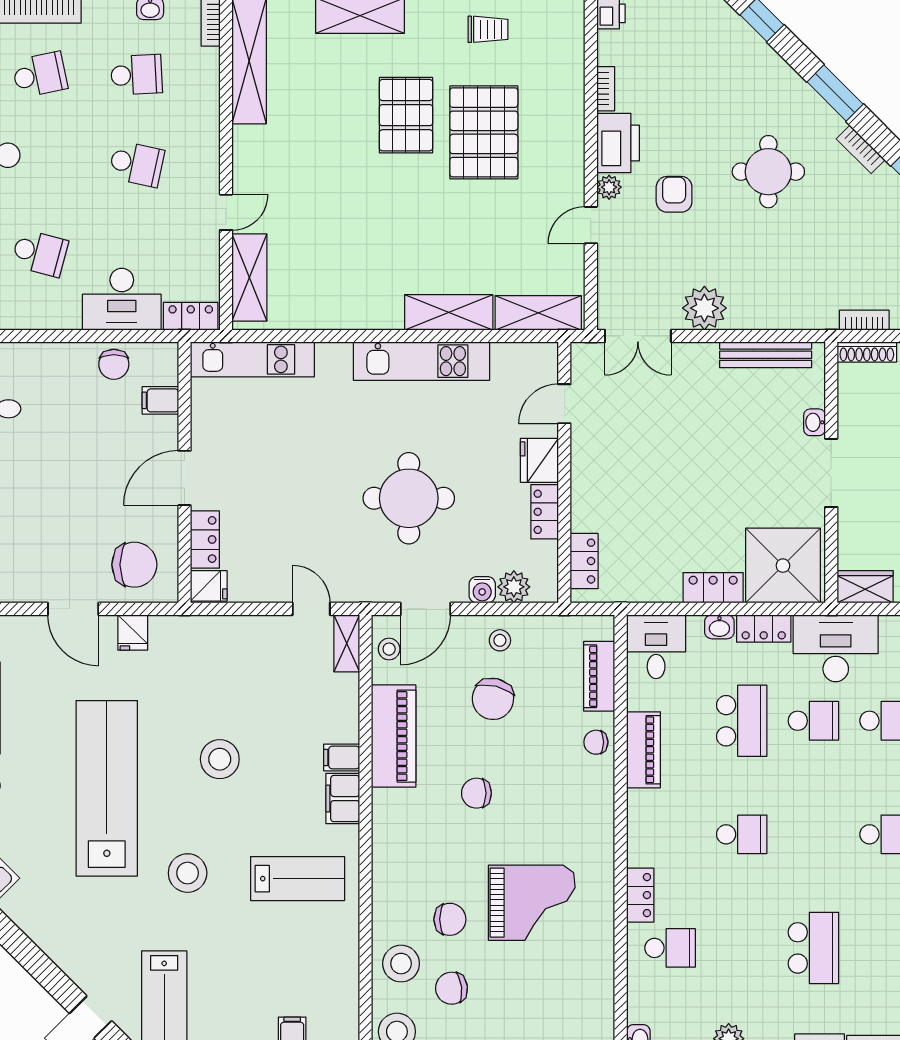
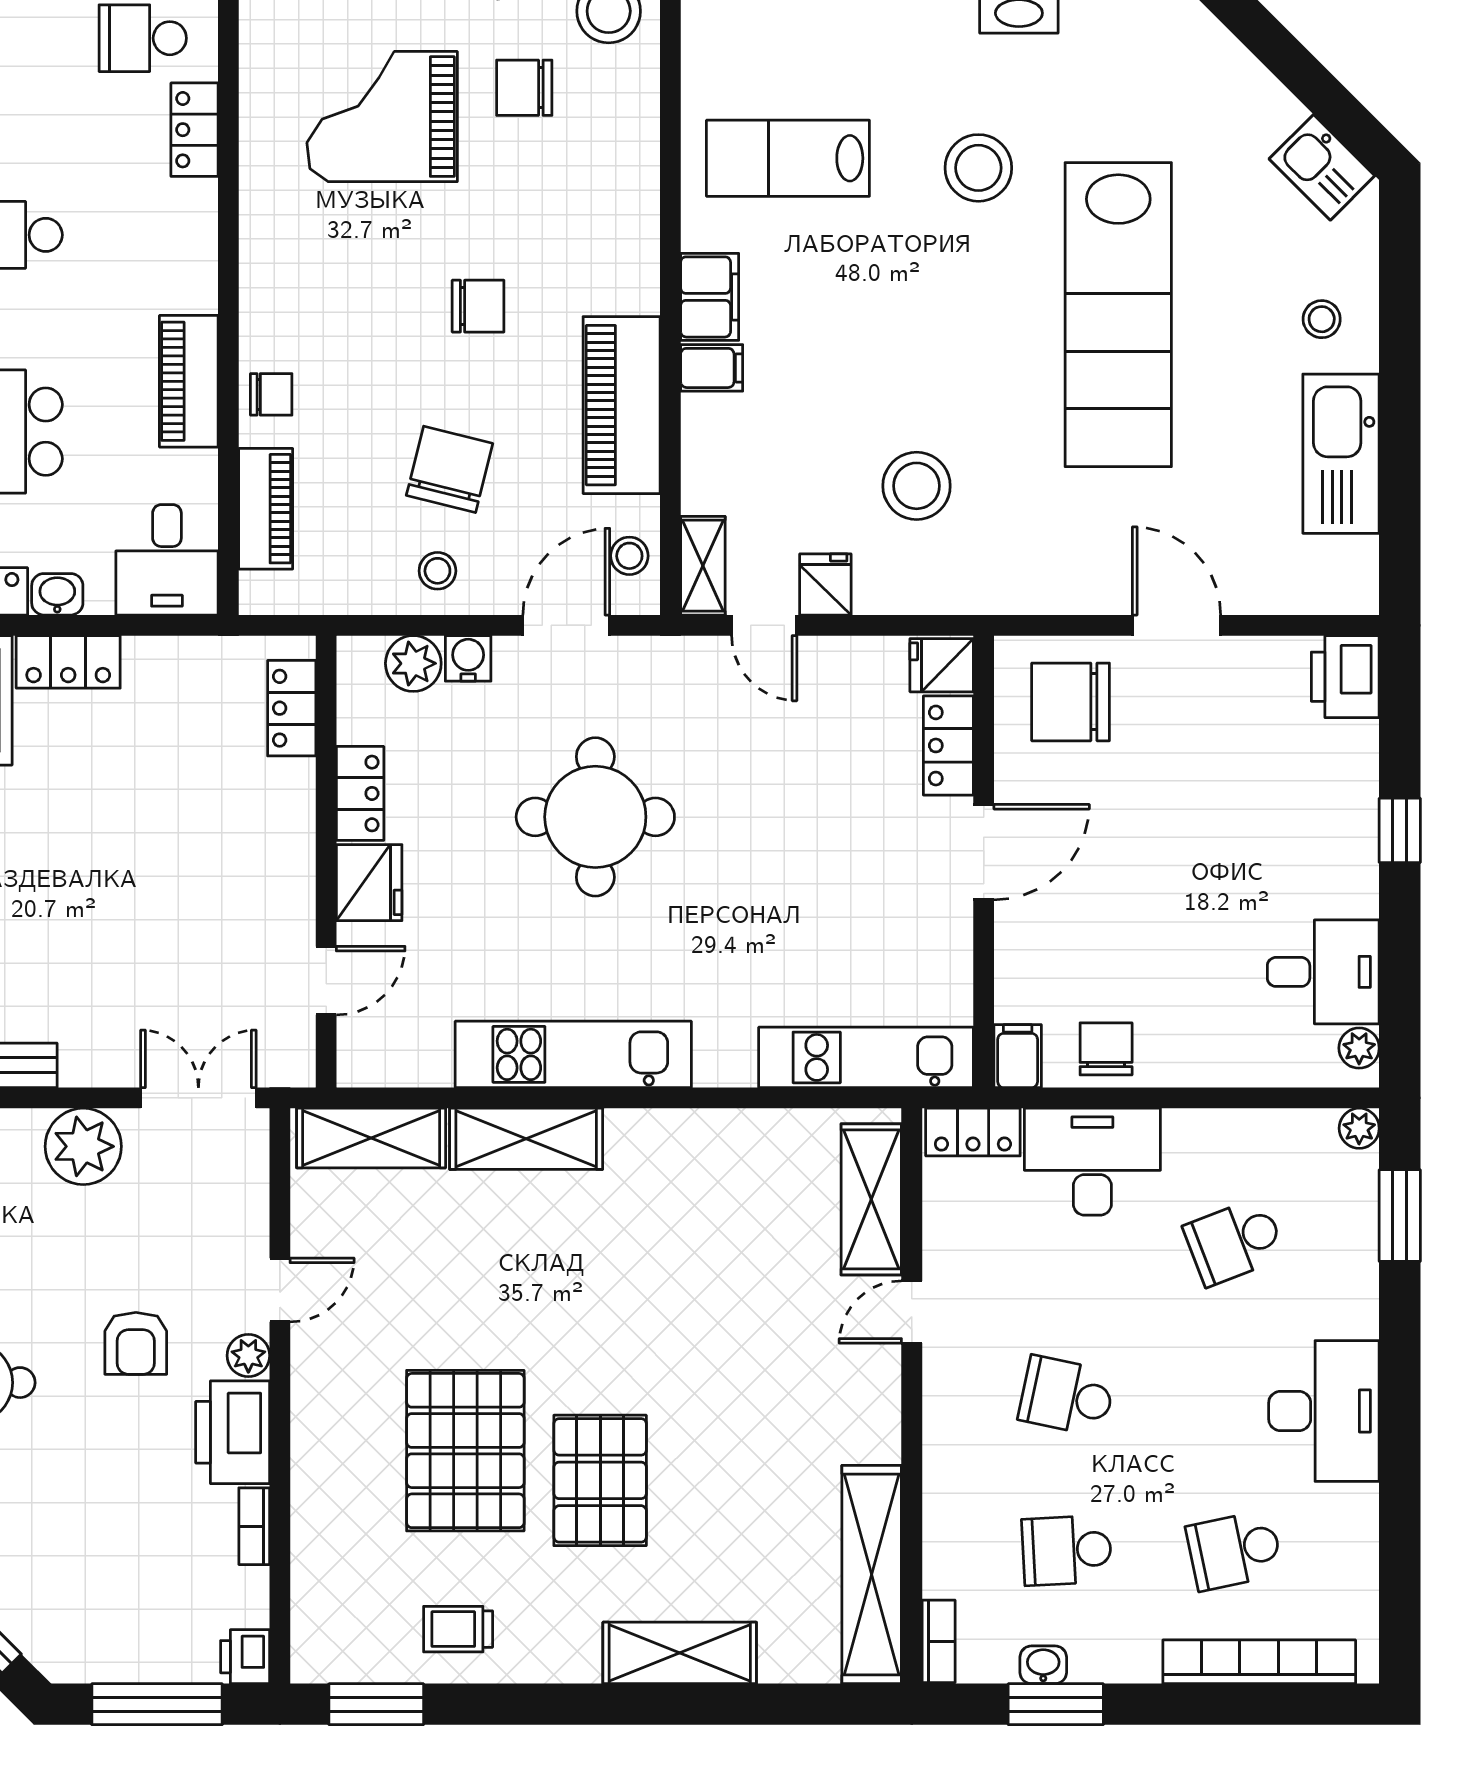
school desk: (40, 253) -> (1234, 1242), turned -36
filing cabinet: (160, 400) -> (1018, 1056), moved, turned -90
fridge: (133, 633) -> (825, 584), moved
stool: (220, 759) -> (917, 486), moved

